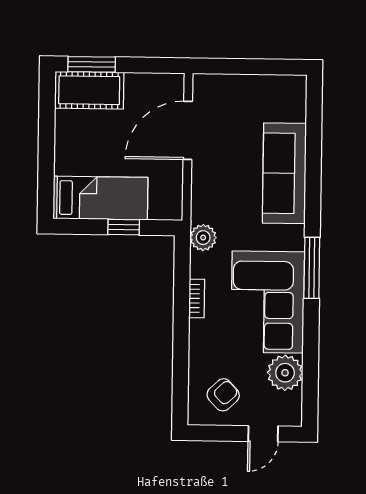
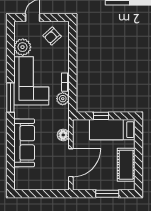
window: (92, 64) -> (107, 194), moved
cot: (89, 90) -> (126, 165), moved, turned 90
floor lamp: (203, 188) -> (63, 135), added
plant: (203, 238) -> (63, 99), moved

